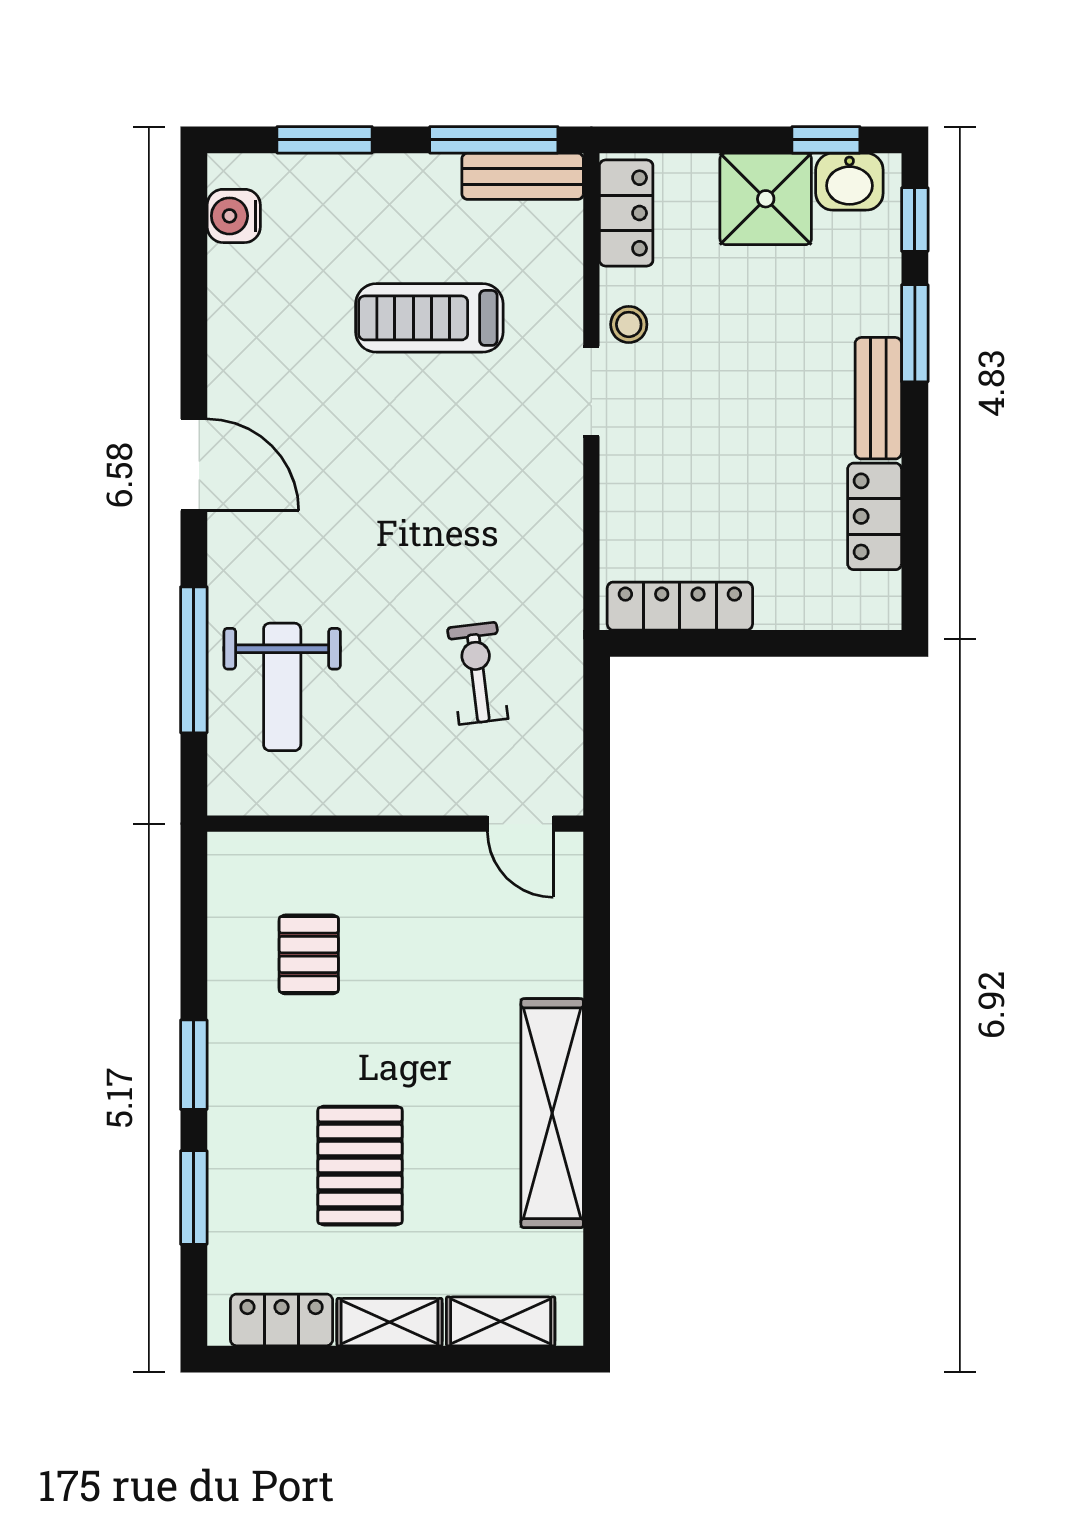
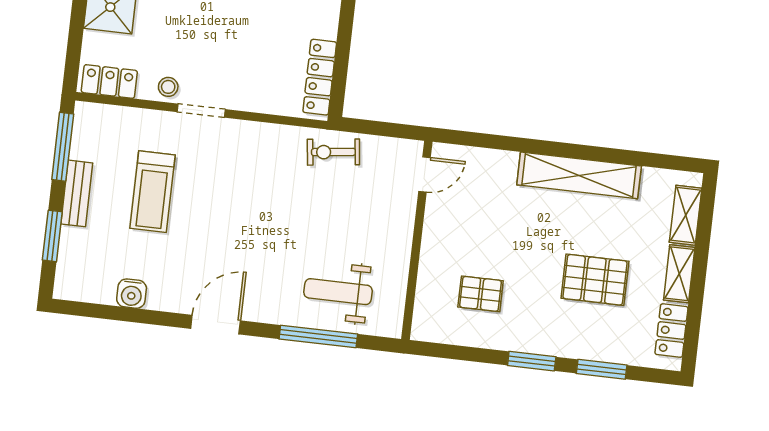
bench: (523, 176) -> (77, 193), moved
water cooler: (234, 216) -> (132, 294), moved
exercise bike: (478, 673) -> (333, 152), moved
weight bench: (282, 687) -> (338, 292), turned 180

